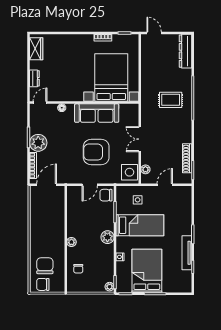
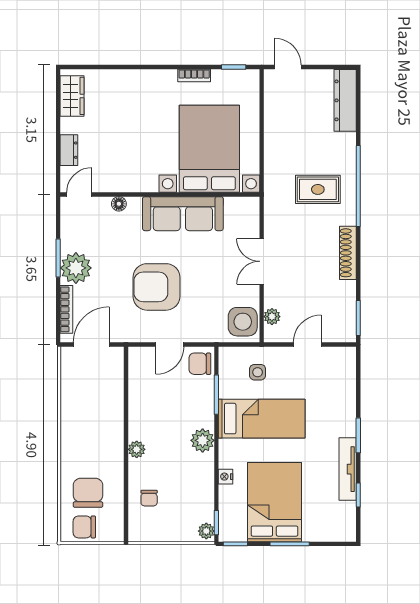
armchair: (96, 152) -> (156, 287), moved
shoe rack: (187, 158) -> (348, 253), moved

